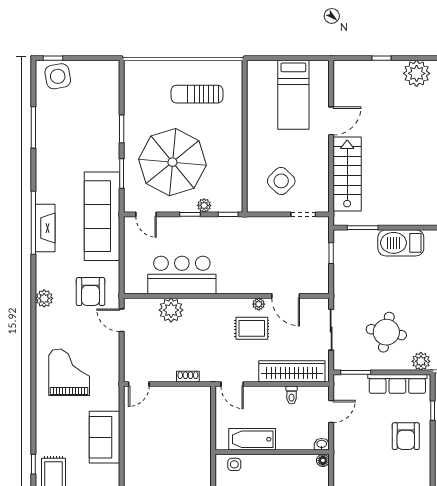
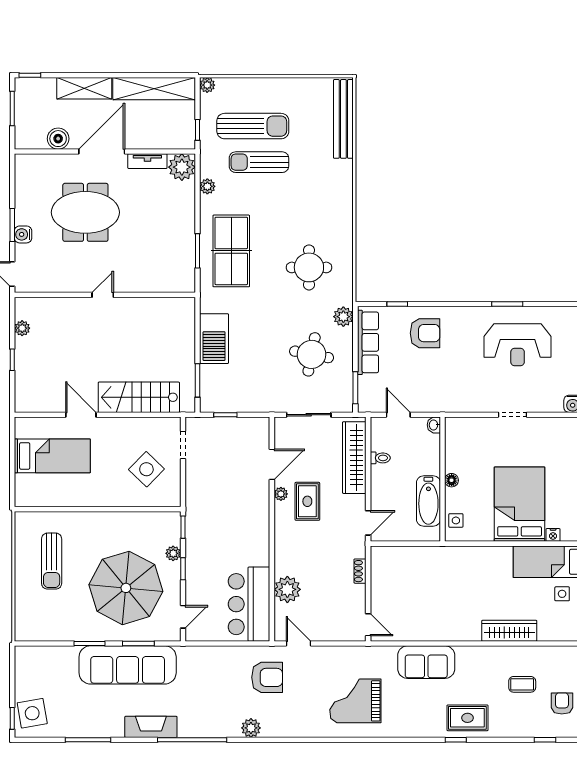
plant: (417, 73) -> (22, 328), width x0.53, depth x0.53
sofa: (102, 216) -> (128, 665), moved
fireplace: (45, 228) -> (151, 727), moved
bar counter: (182, 275) -> (249, 604), moved
plant: (44, 298) -> (251, 728), moved
door: (122, 320) -> (298, 643), swing flipped
floor lamp: (323, 460) -> (452, 480), moved

